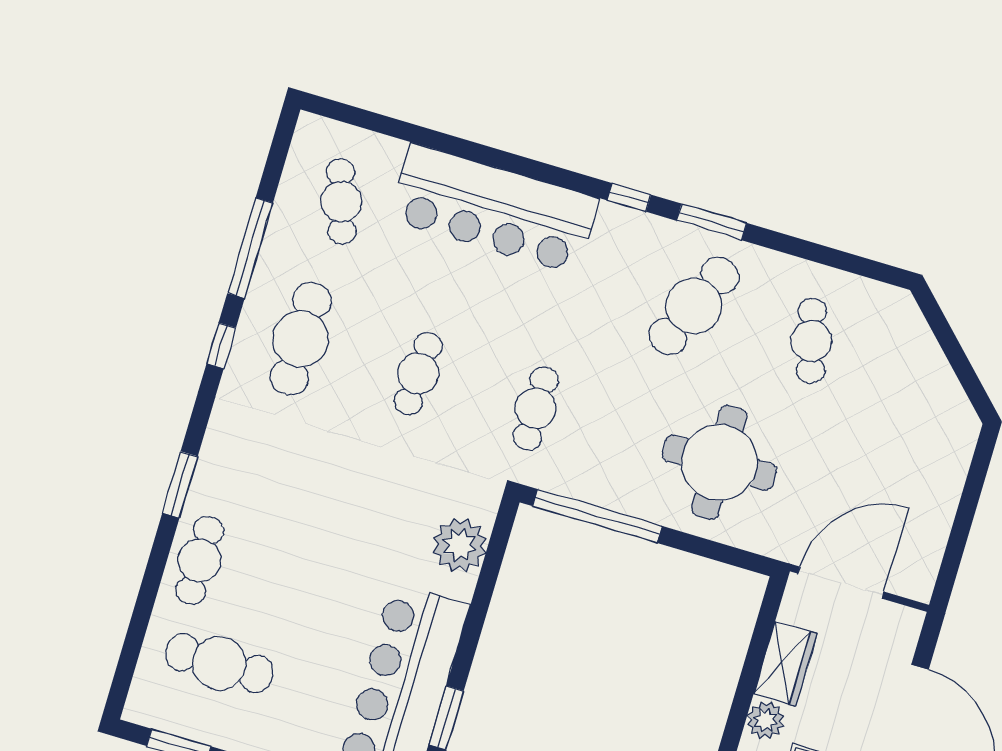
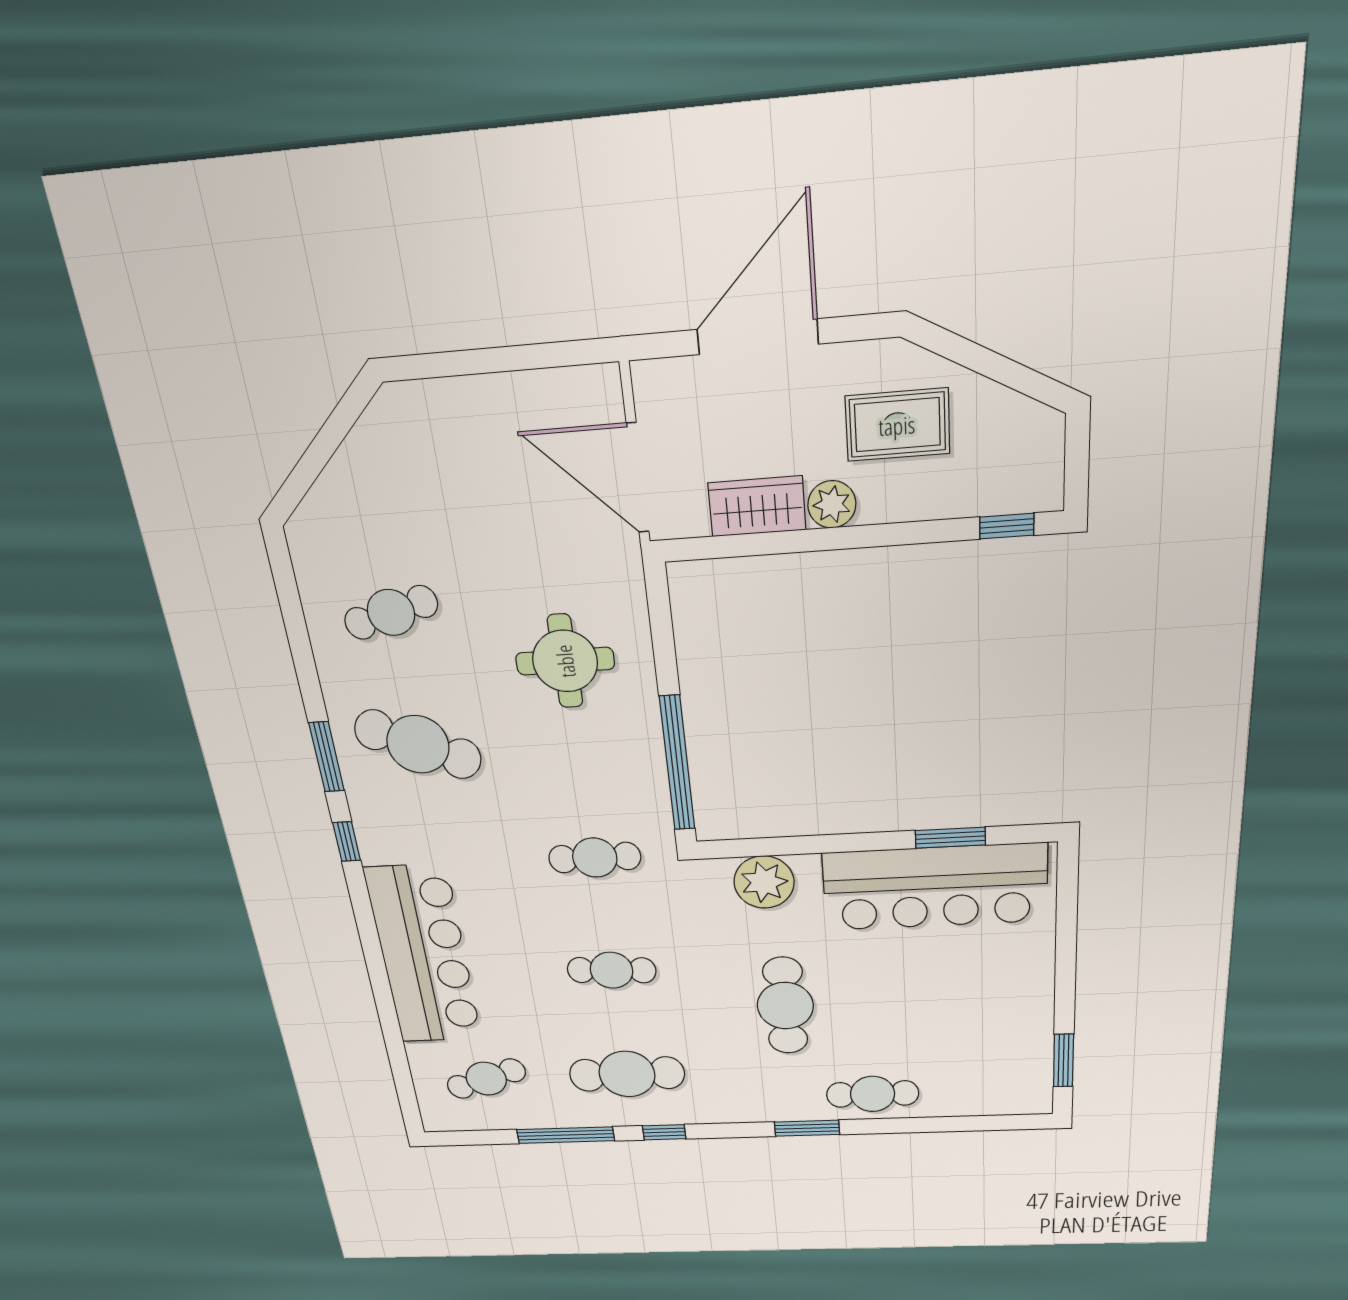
round table: (719, 462) -> (565, 661), width x0.73, depth x0.73
cafe table: (219, 663) -> (785, 1006), moved

